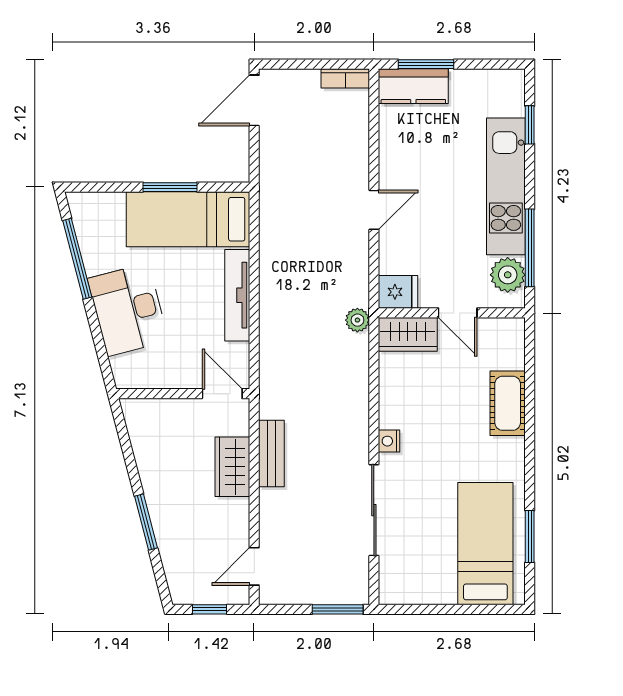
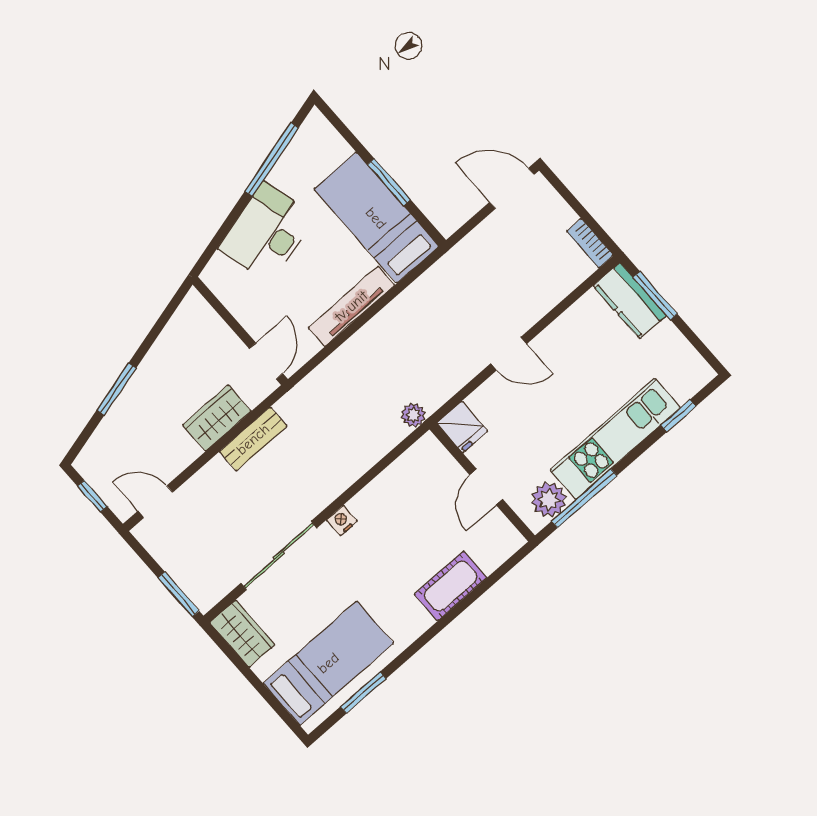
wardrobe: (408, 334) -> (242, 634), moved, turned 180

